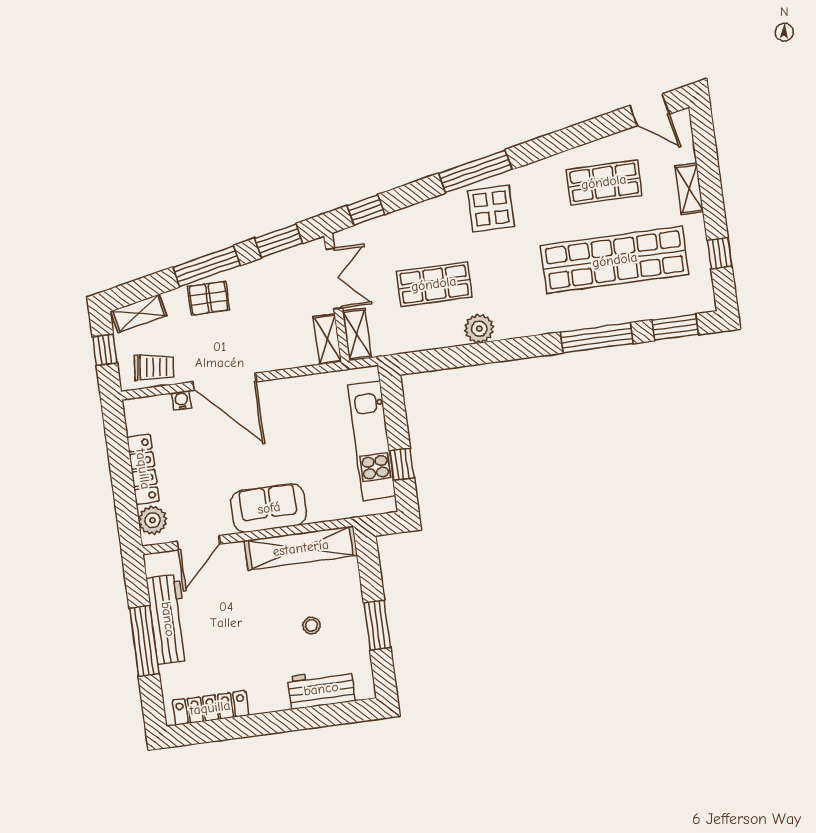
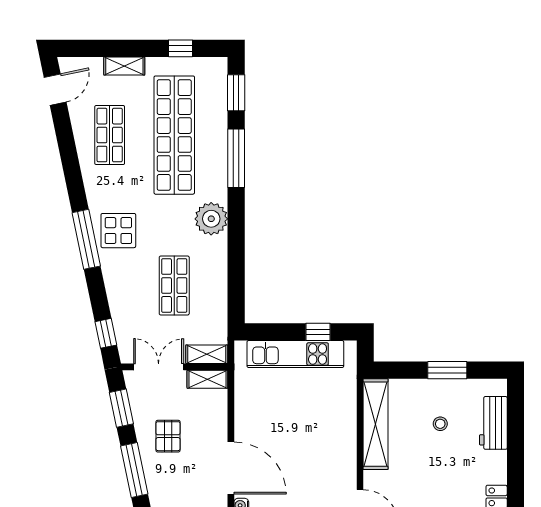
pallet: (209, 298) -> (168, 436), moved
plant: (479, 329) -> (211, 219), moved, width x1.36, depth x1.36
door: (225, 382) -> (231, 468), hinge flipped
sofa: (269, 508) -> (339, 446), removed

